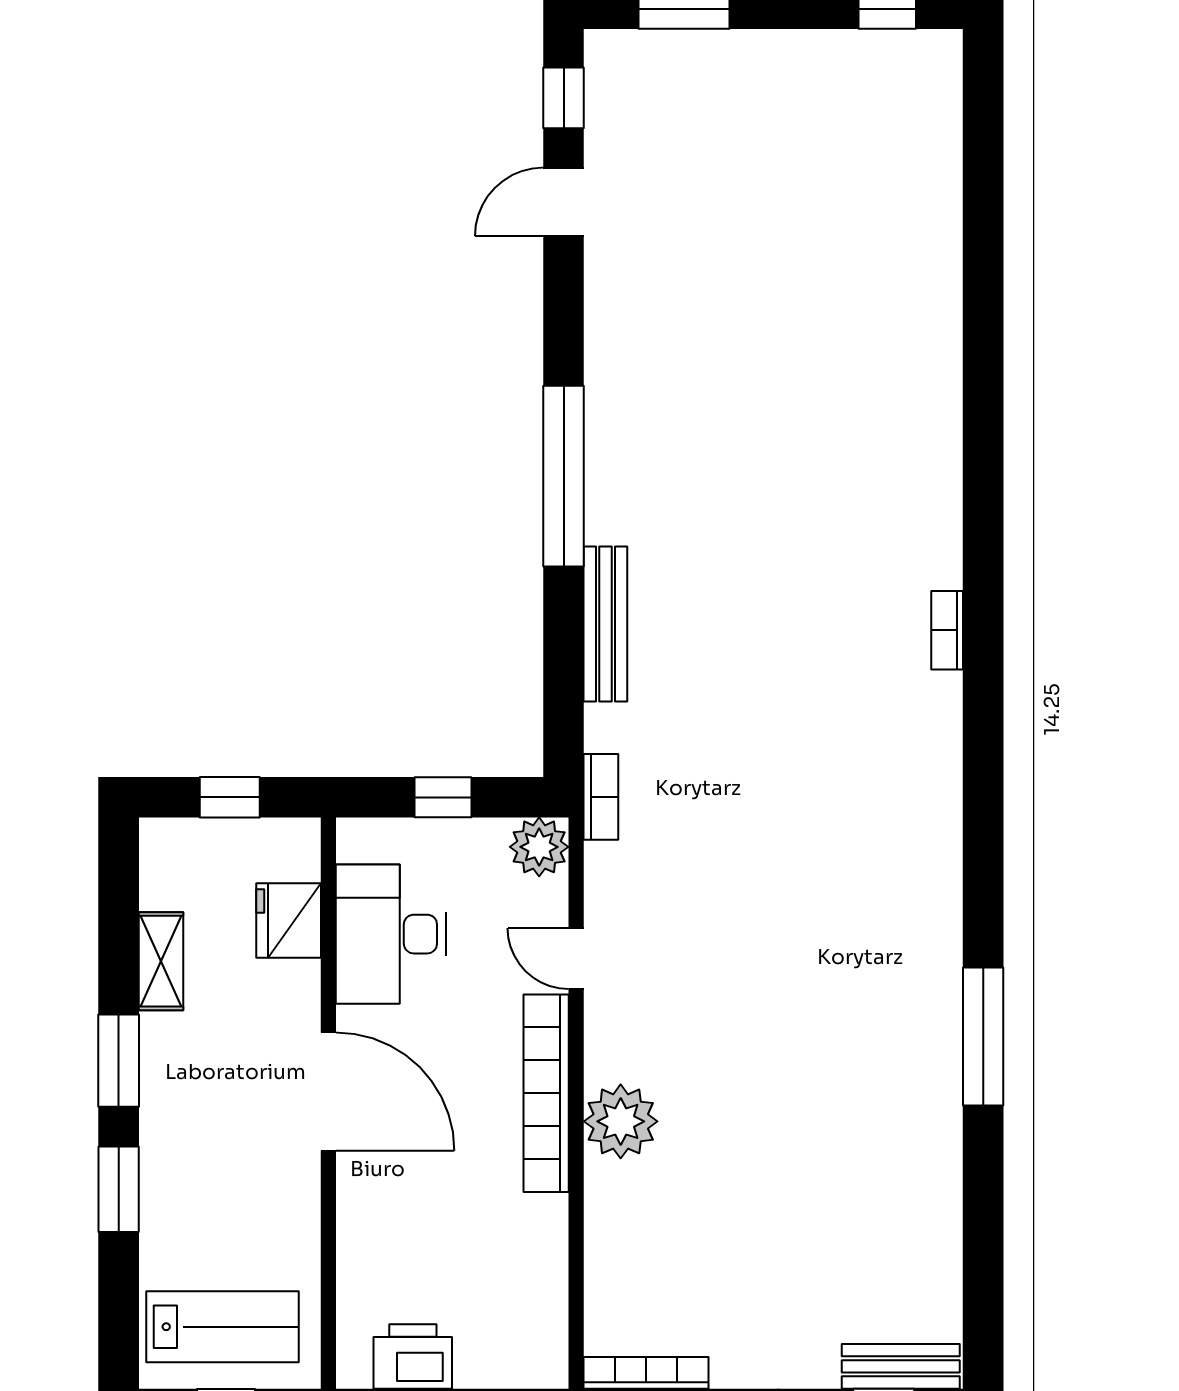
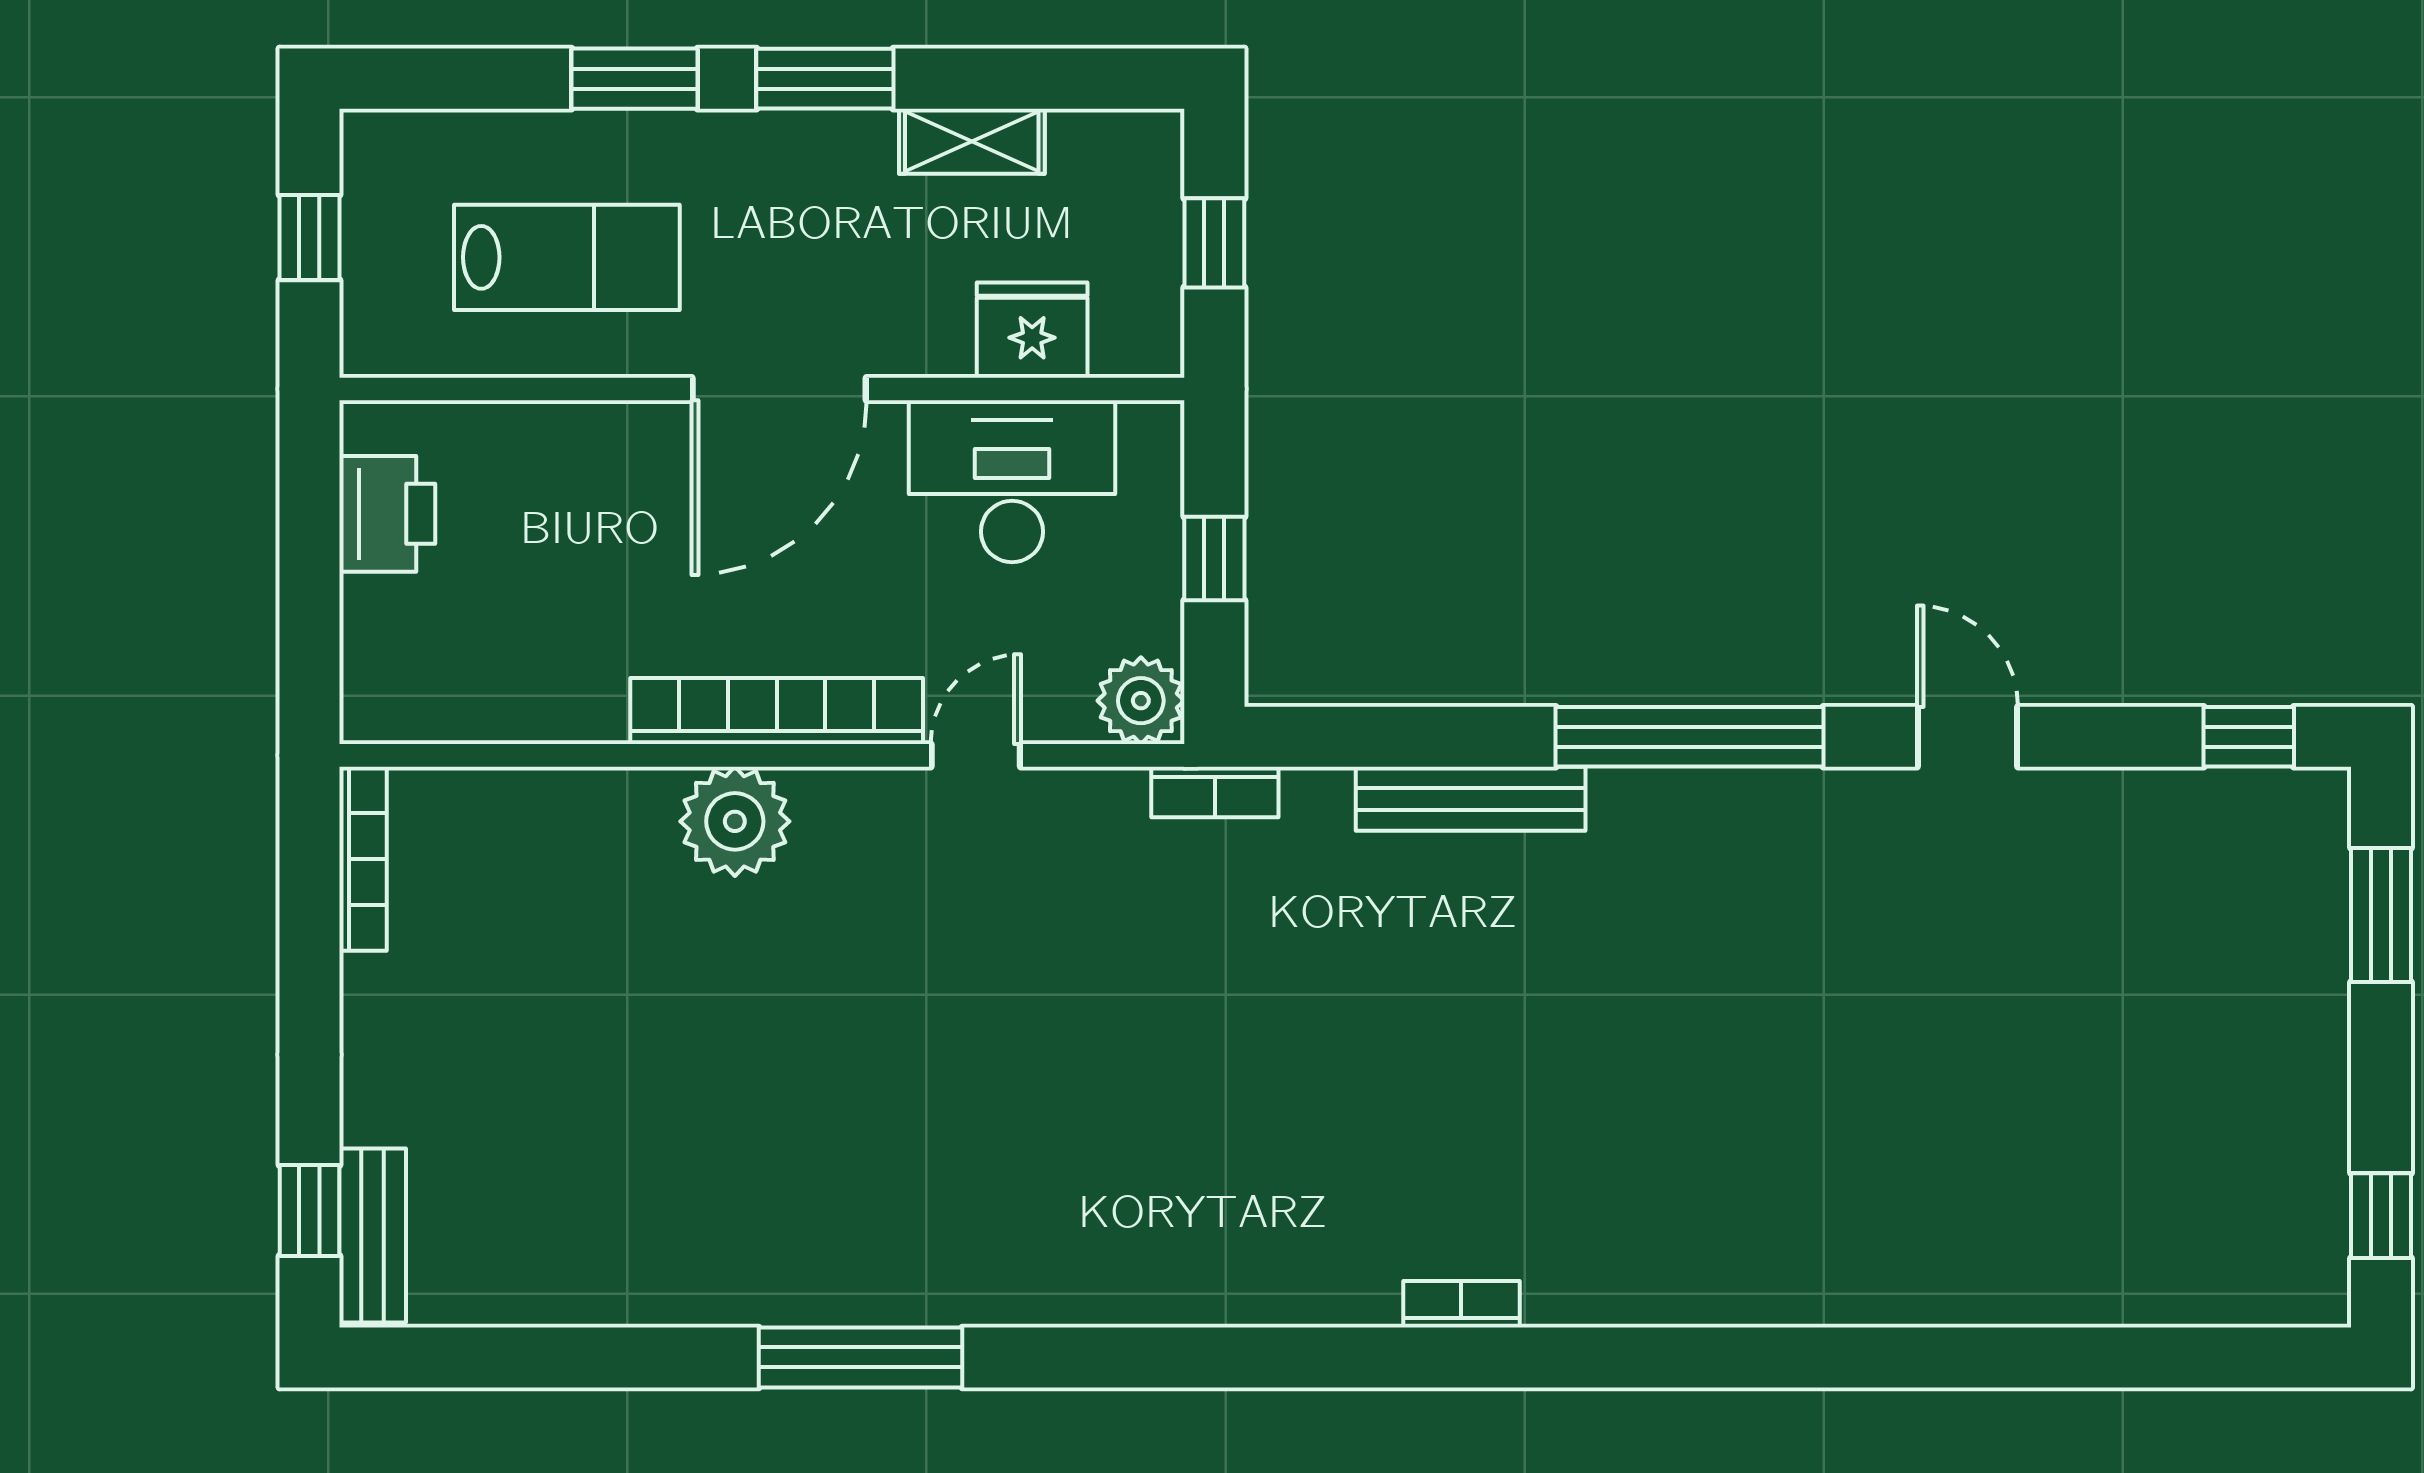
door: (564, 202) -> (1968, 737), moved
lab bench: (223, 1327) -> (567, 257), moved, turned -90

